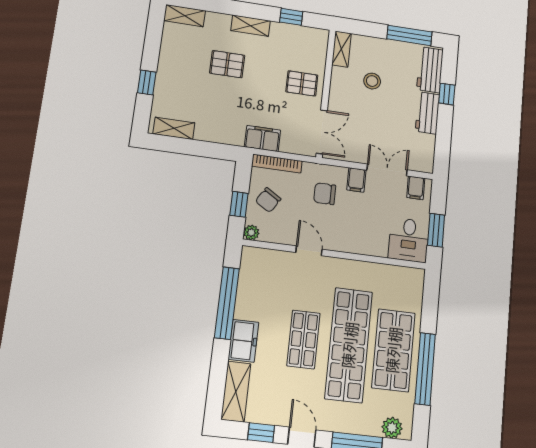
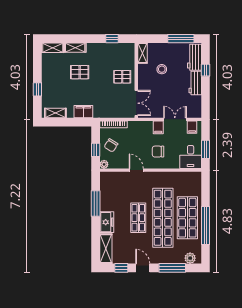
shelving: (251, 26) -> (75, 48), moved
filing cabinet: (263, 139) -> (83, 112), moved
chair: (325, 194) -> (158, 152), moved
window: (227, 303) -> (96, 204), width x0.68

